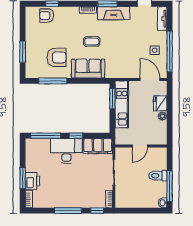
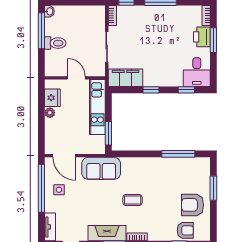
armchair: (57, 57) -> (192, 205), moved
sofa: (88, 69) -> (101, 168), moved
fridge: (160, 103) -> (52, 98), moved
kitchen unit: (122, 104) -> (97, 107), moved
window: (46, 136) -> (186, 90), width x0.46
door: (140, 146) -> (76, 78), hinge flipped
desk: (66, 151) -> (197, 72), moved, width x0.73

